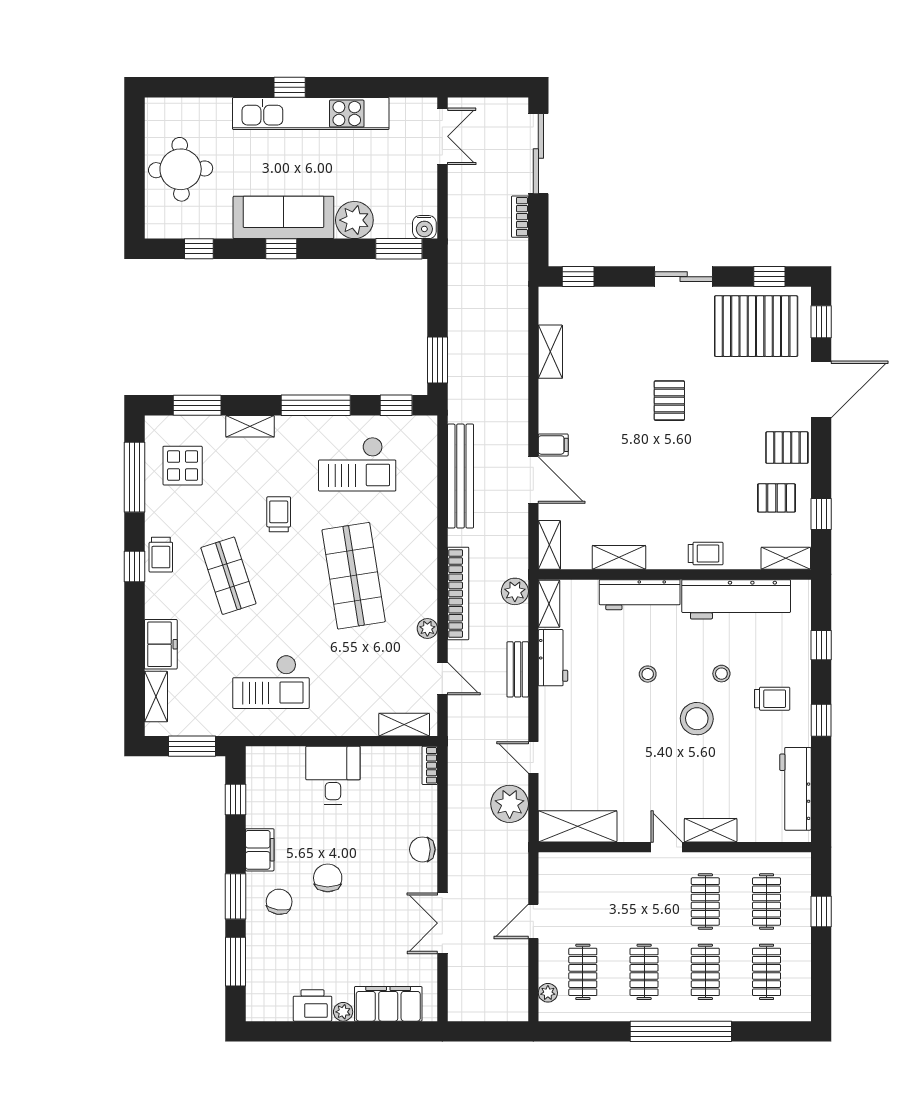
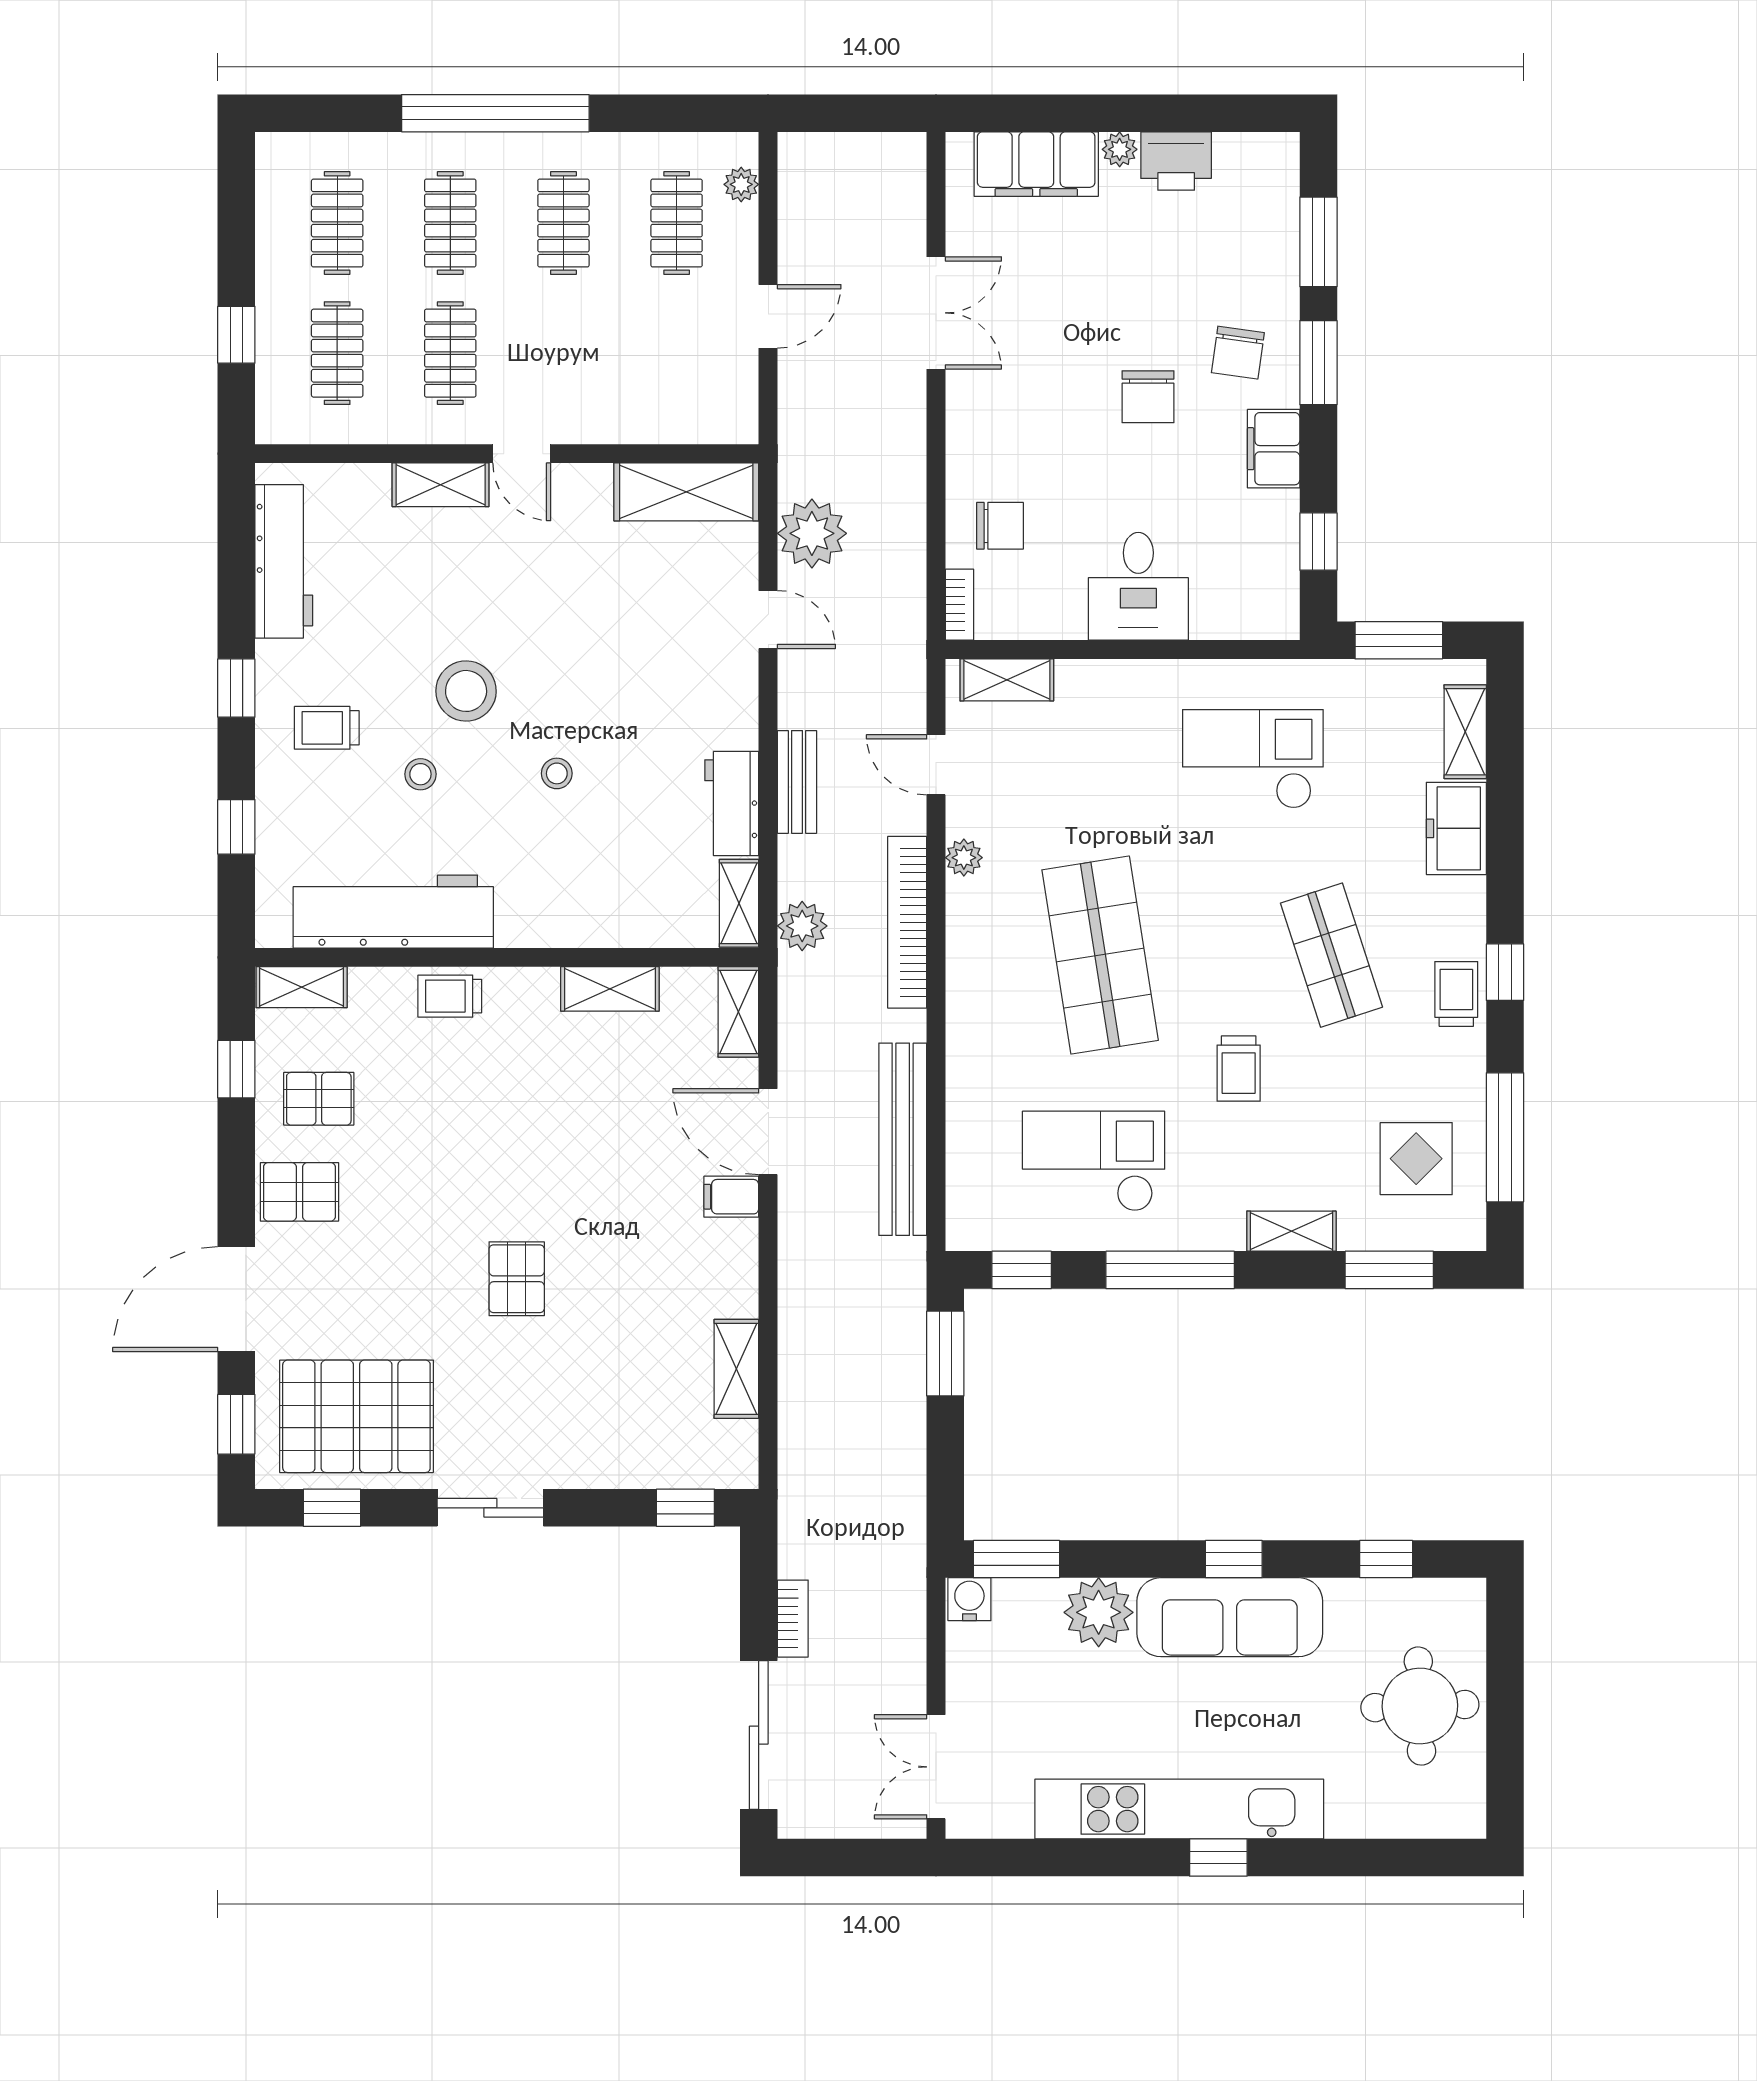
workbench: (640, 595) -> (572, 920), removed
chair: (422, 849) -> (1000, 526), moved

